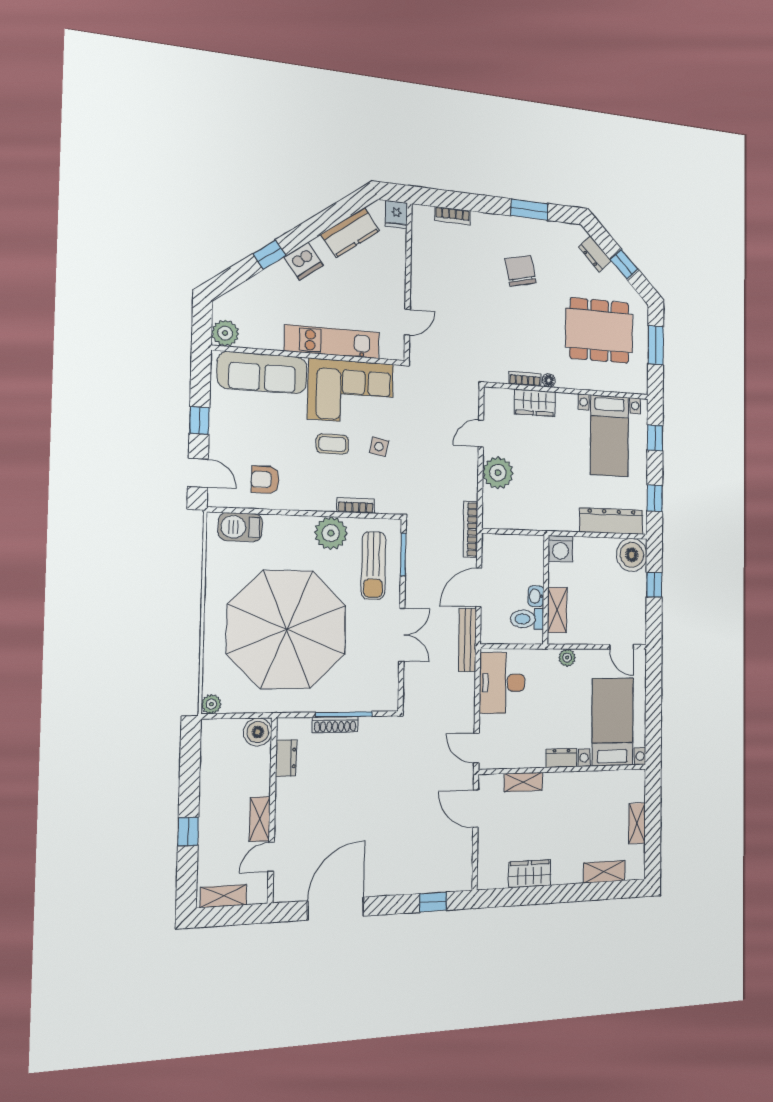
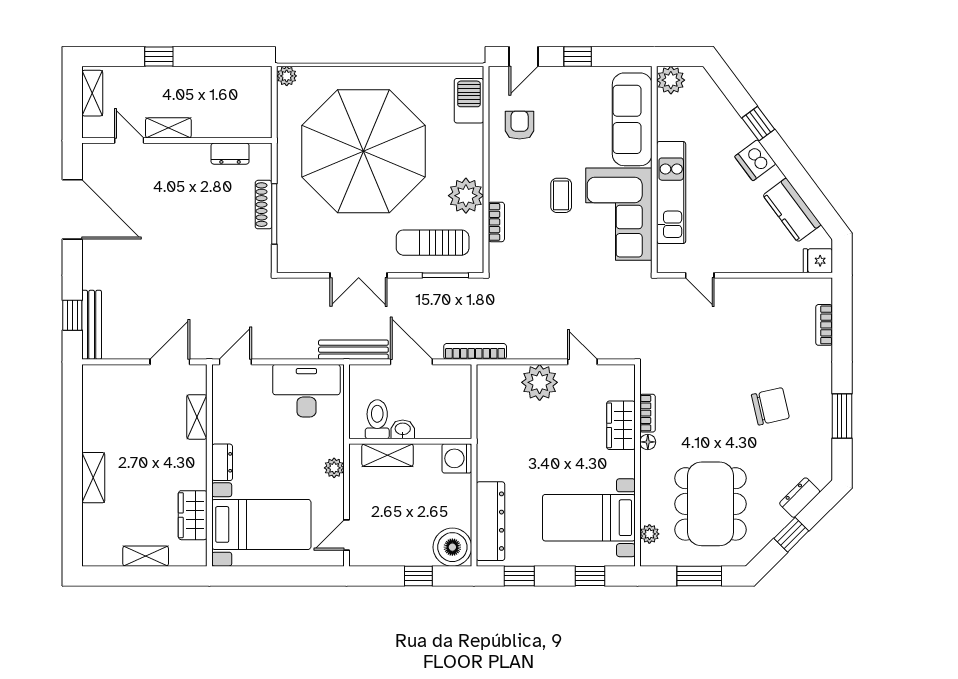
plant: (623, 385) -> (649, 534), added
side table: (379, 447) -> (561, 246), removed
boiler: (258, 732) -> (258, 124), removed
shelving: (604, 872) -> (93, 478), moved
wardrobe: (530, 874) -> (193, 515), moved, turned 180
bench: (442, 883) -> (92, 325), added

